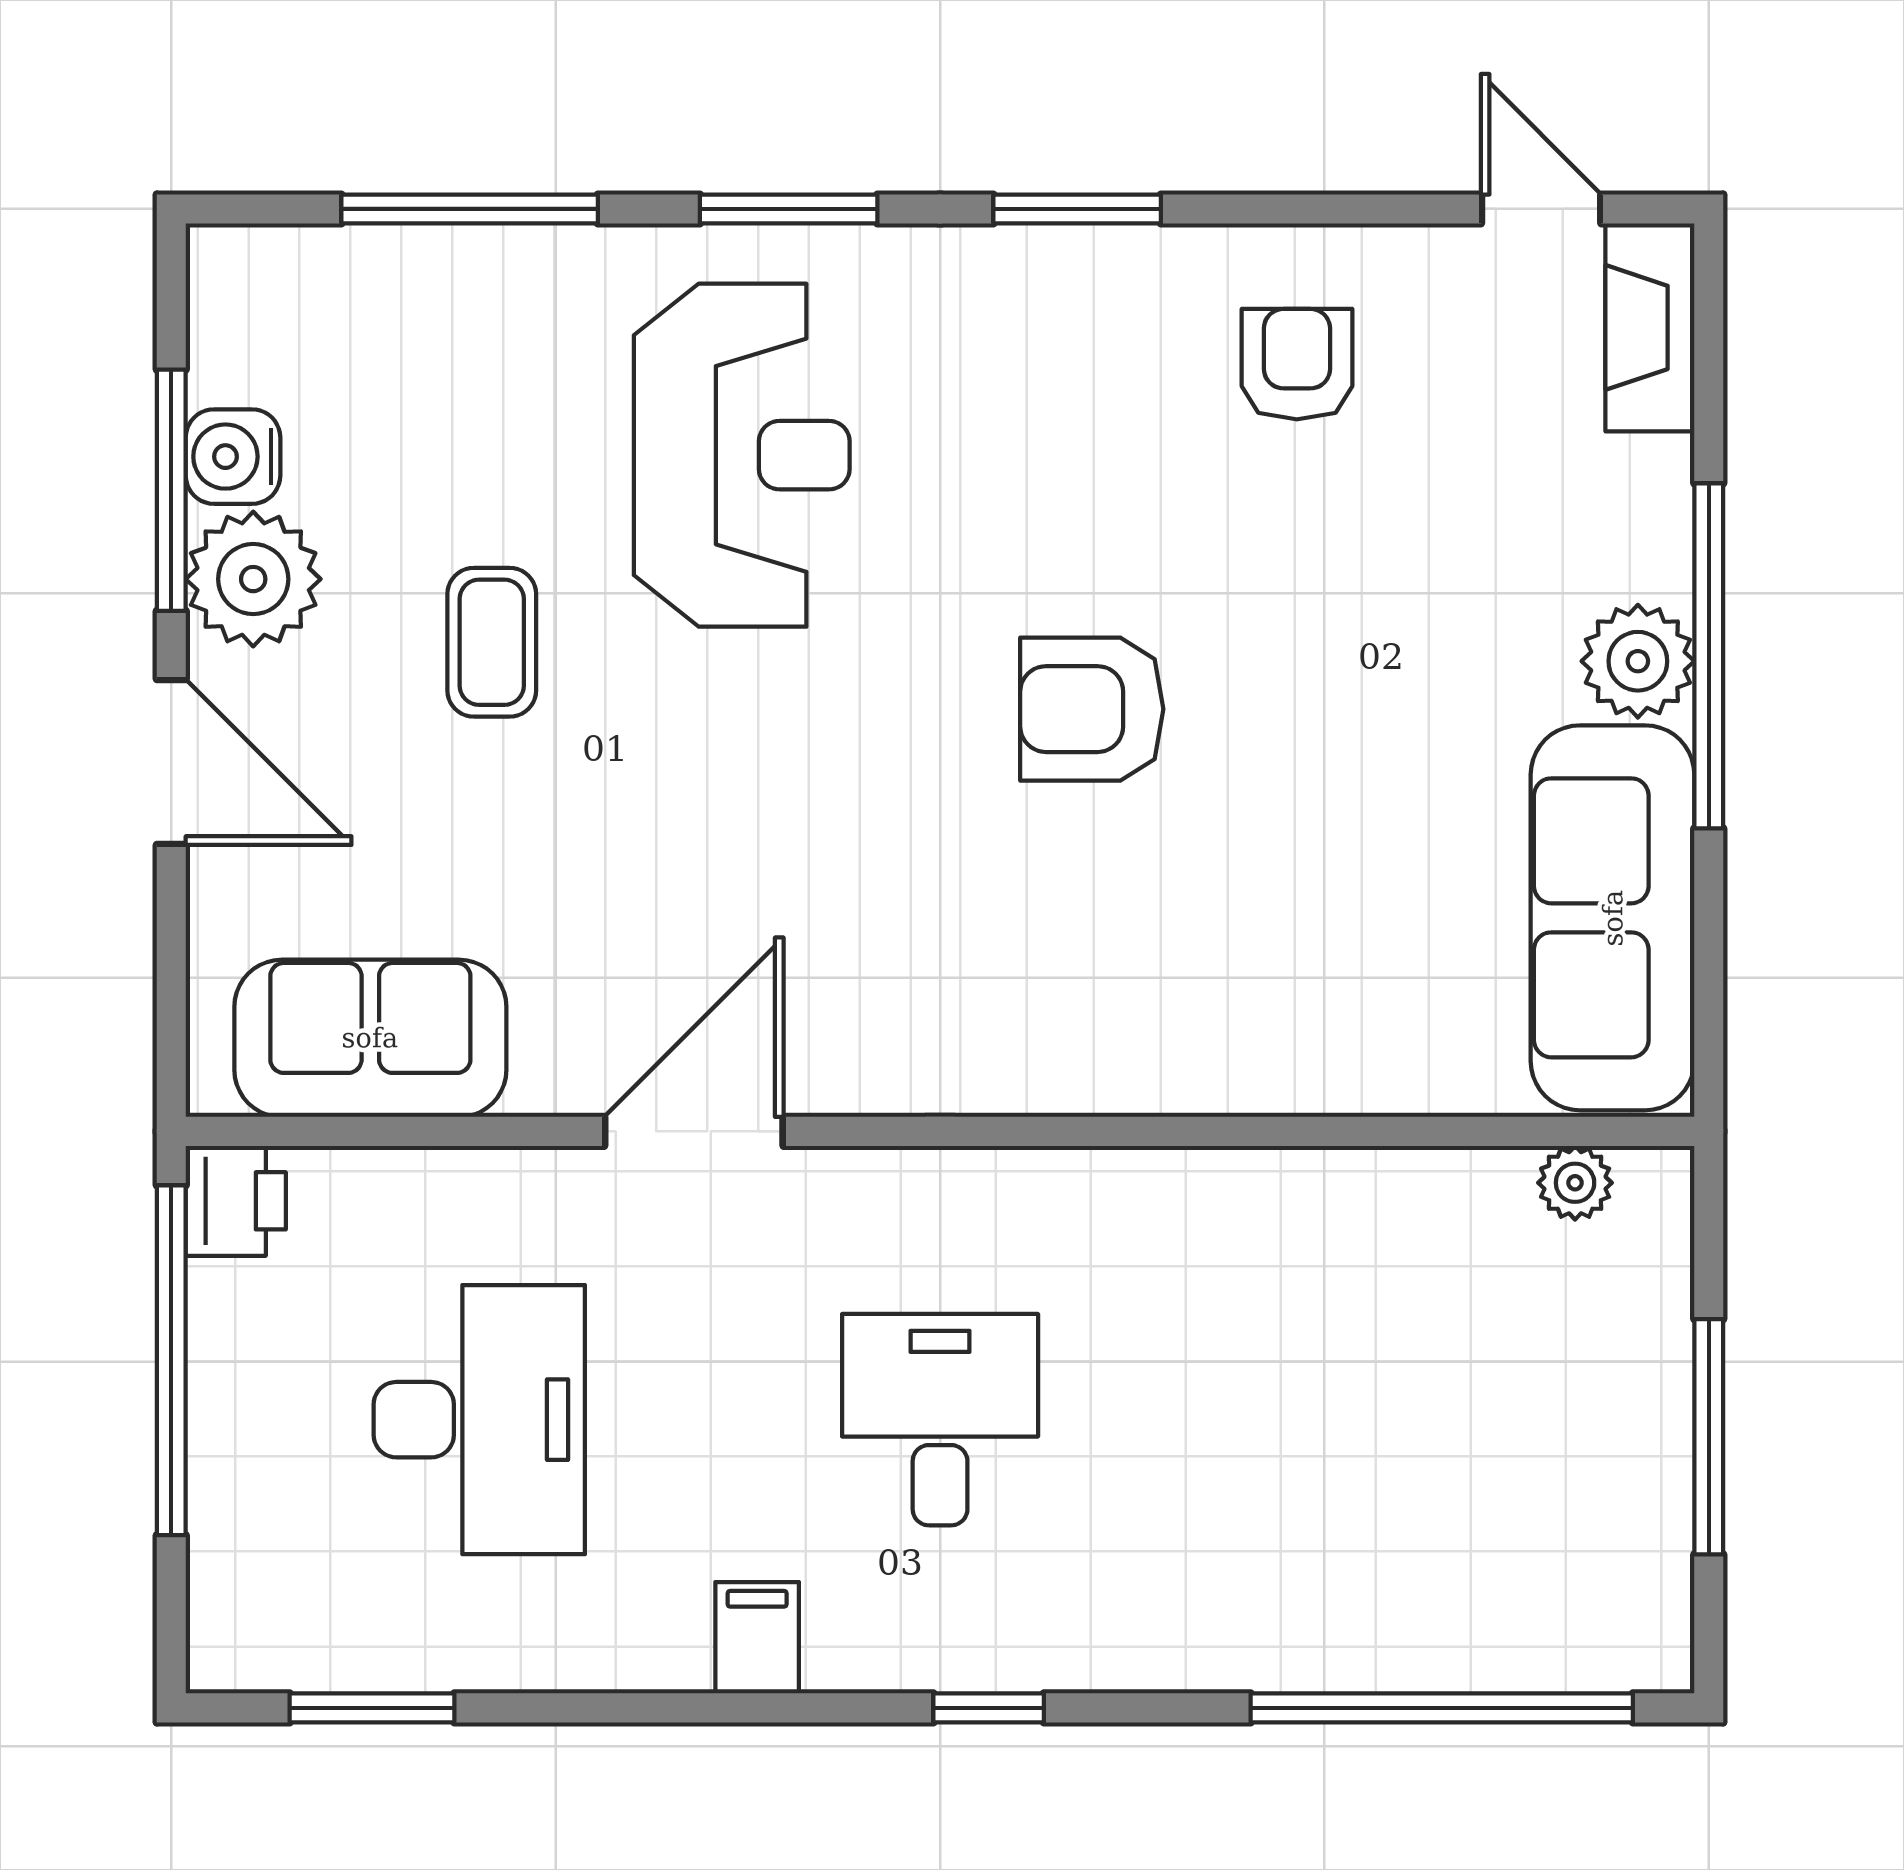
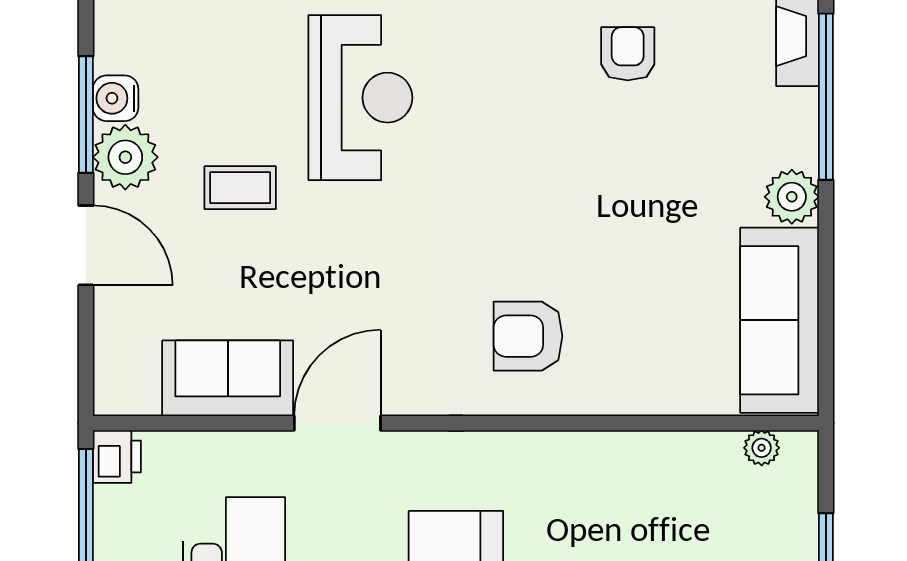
coffee table: (492, 642) -> (240, 188), turned 90
window: (1709, 656) -> (826, 97), moved
armchair: (1092, 709) -> (528, 336), moved
sofa: (370, 1038) -> (228, 378), moved

